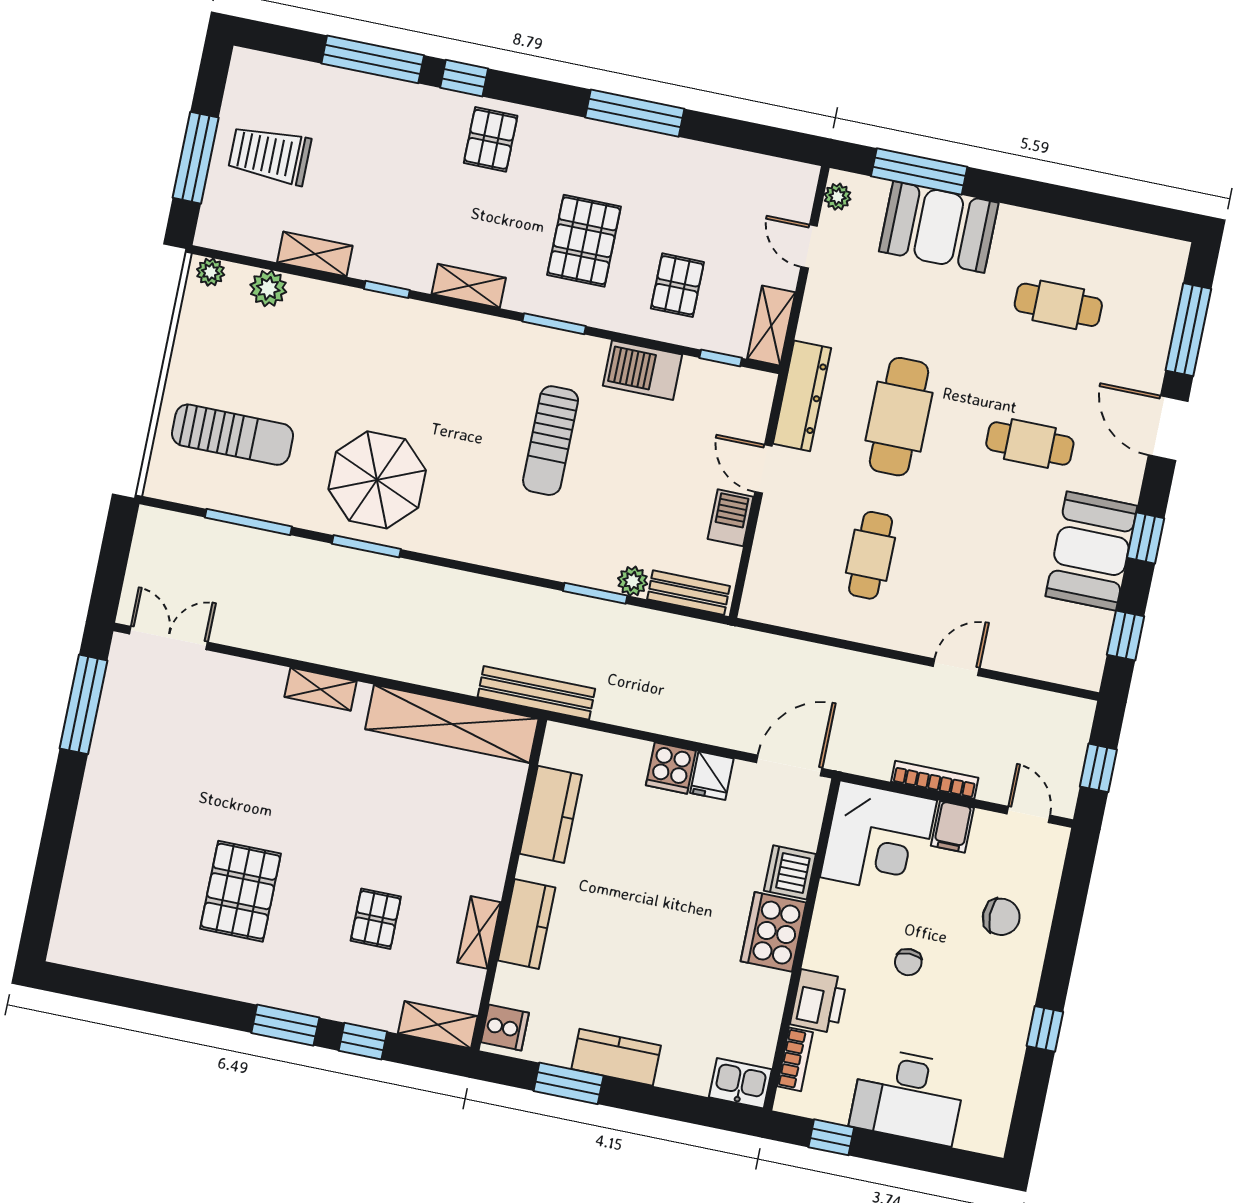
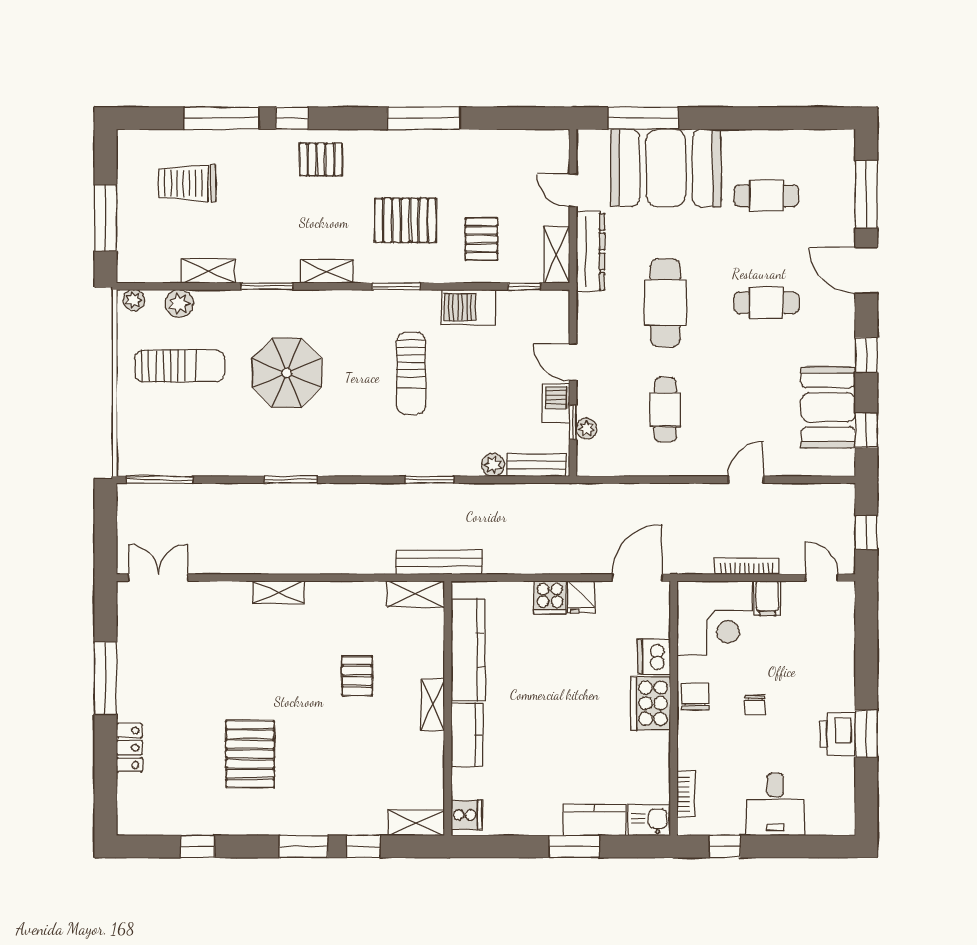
pallet: (491, 139) -> (321, 159), turned 90
trolley: (270, 155) -> (187, 183), moved
plant: (837, 197) -> (586, 429), moved
booth: (939, 227) -> (666, 168), width x1.36, depth x1.42
pallet: (584, 241) -> (405, 220), turned 90
window: (387, 289) -> (267, 286), width x1.50
dresser: (802, 396) -> (590, 252), moved
sun lounger: (233, 435) -> (180, 366), moved
parasol: (377, 480) -> (287, 373), moved
window: (248, 522) -> (160, 480), moved
window: (747, 547) -> (573, 422), added
booth: (1091, 551) -> (828, 407), moved
window: (595, 593) -> (429, 480), moved
window: (83, 704) -> (105, 678), moved
shelving: (452, 724) -> (416, 594), width x0.45, depth x0.75
kitchen counter: (551, 814) -> (468, 650), width x1.50
locker: (86, 851) -> (129, 748), added
chair: (1001, 917) -> (695, 696), moved, turned -90
pallet: (376, 919) -> (357, 676), moved
shelving: (479, 932) -> (433, 705), moved
window: (148, 997) -> (197, 846), added
printer: (818, 1001) -> (838, 734), moved, turned 180
window: (1045, 1029) -> (866, 734), width x1.50
kitchen counter: (616, 1057) -> (595, 820), moved
window: (569, 1083) -> (574, 846), moved
desk: (908, 1096) -> (775, 804), width x0.73

